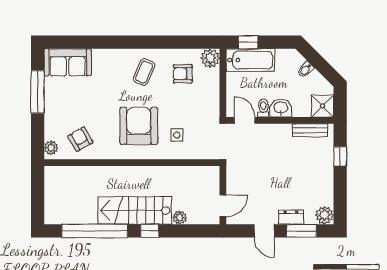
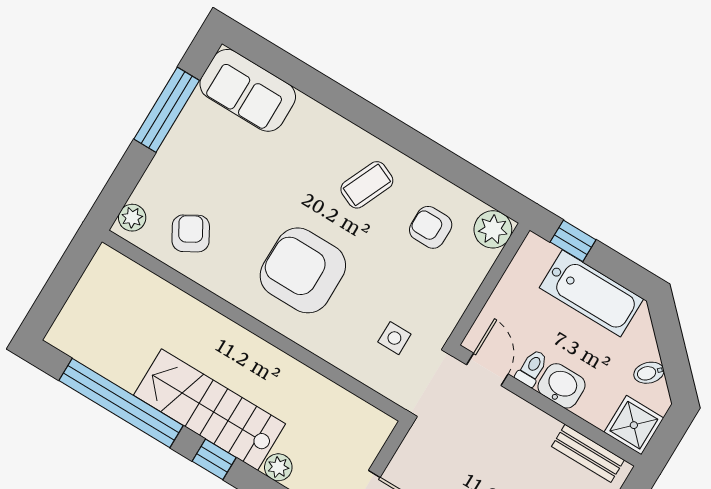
bathtub: (250, 60) -> (591, 293), moved
bidet: (306, 70) -> (649, 373), moved
armchair: (139, 126) -> (303, 270), turned -90
side table: (177, 135) -> (394, 338), moved

